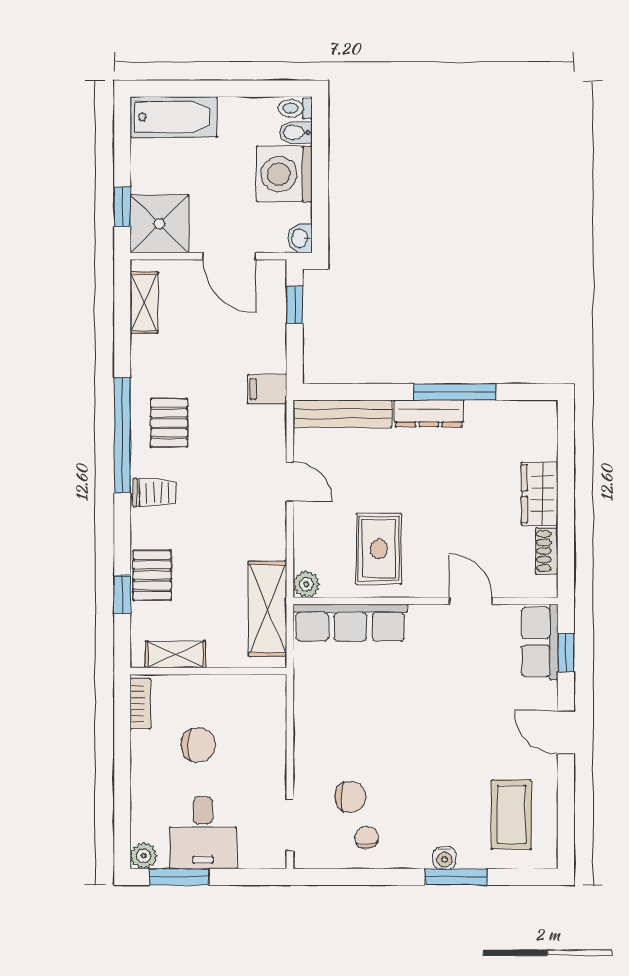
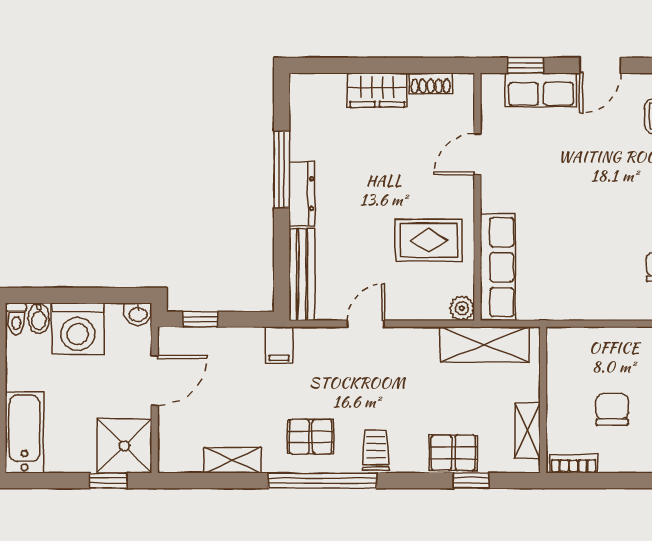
shelving: (144, 303) -> (232, 460), moved
row of seats: (540, 642) -> (541, 90), moved

